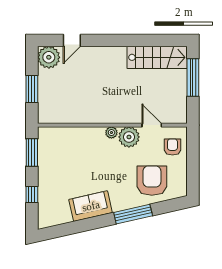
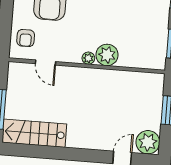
plant: (129, 137) -> (107, 55), moved

